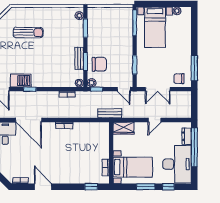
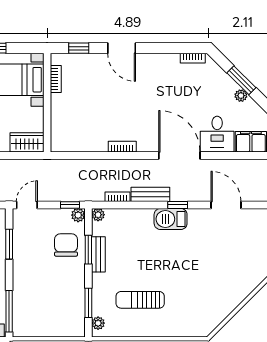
sun lounger: (28, 33) -> (140, 300), moved
chair: (99, 64) -> (66, 245), turned 90
barbecue: (21, 80) -> (171, 219), moved
door: (124, 89) -> (27, 205), hinge flipped
bench: (110, 113) -> (150, 194), moved
door: (43, 187) -> (122, 48), moved

